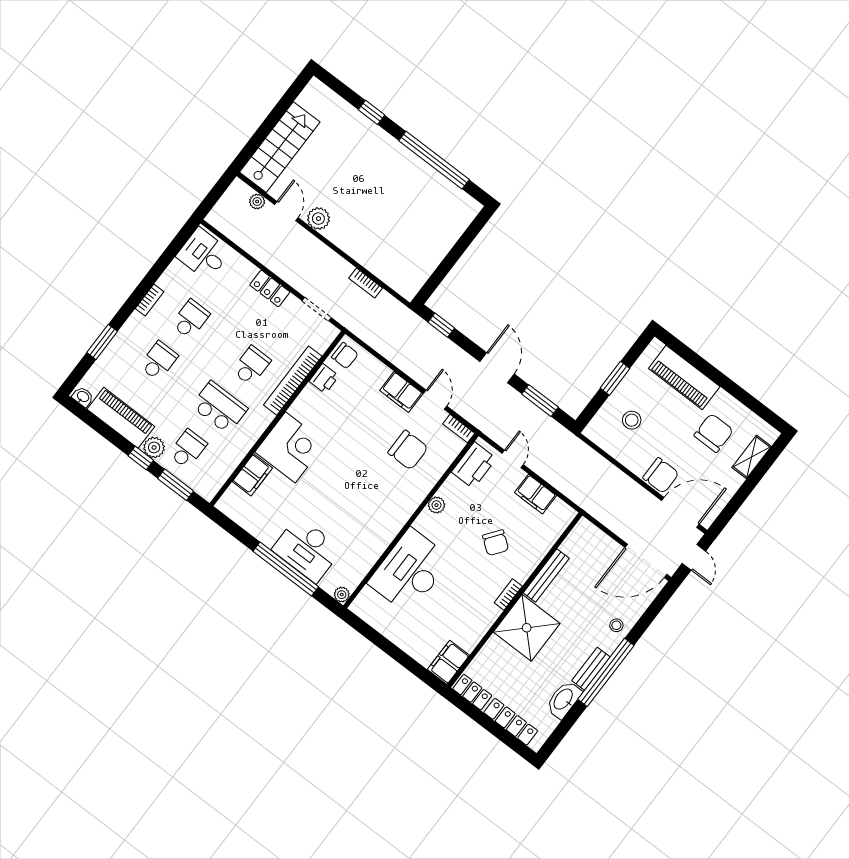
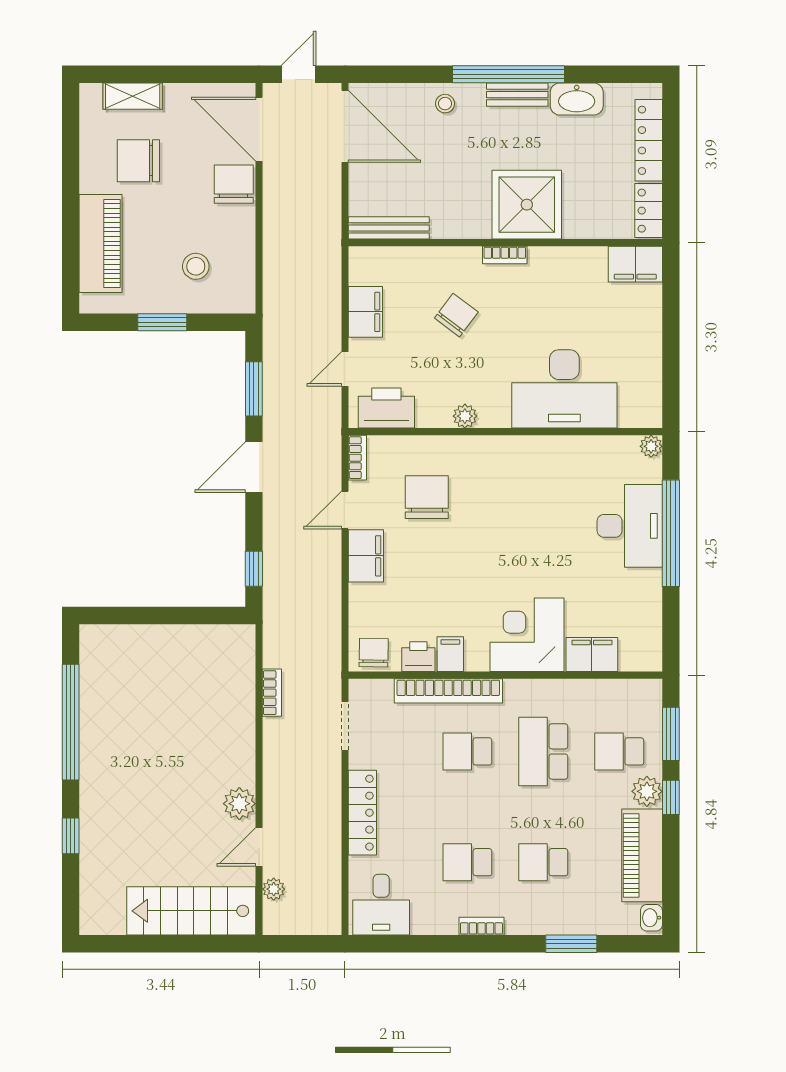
locker: (270, 288) -> (362, 813), width x1.53
filing cabinet: (312, 397) -> (450, 654), added
bench: (546, 576) -> (389, 228), moved

